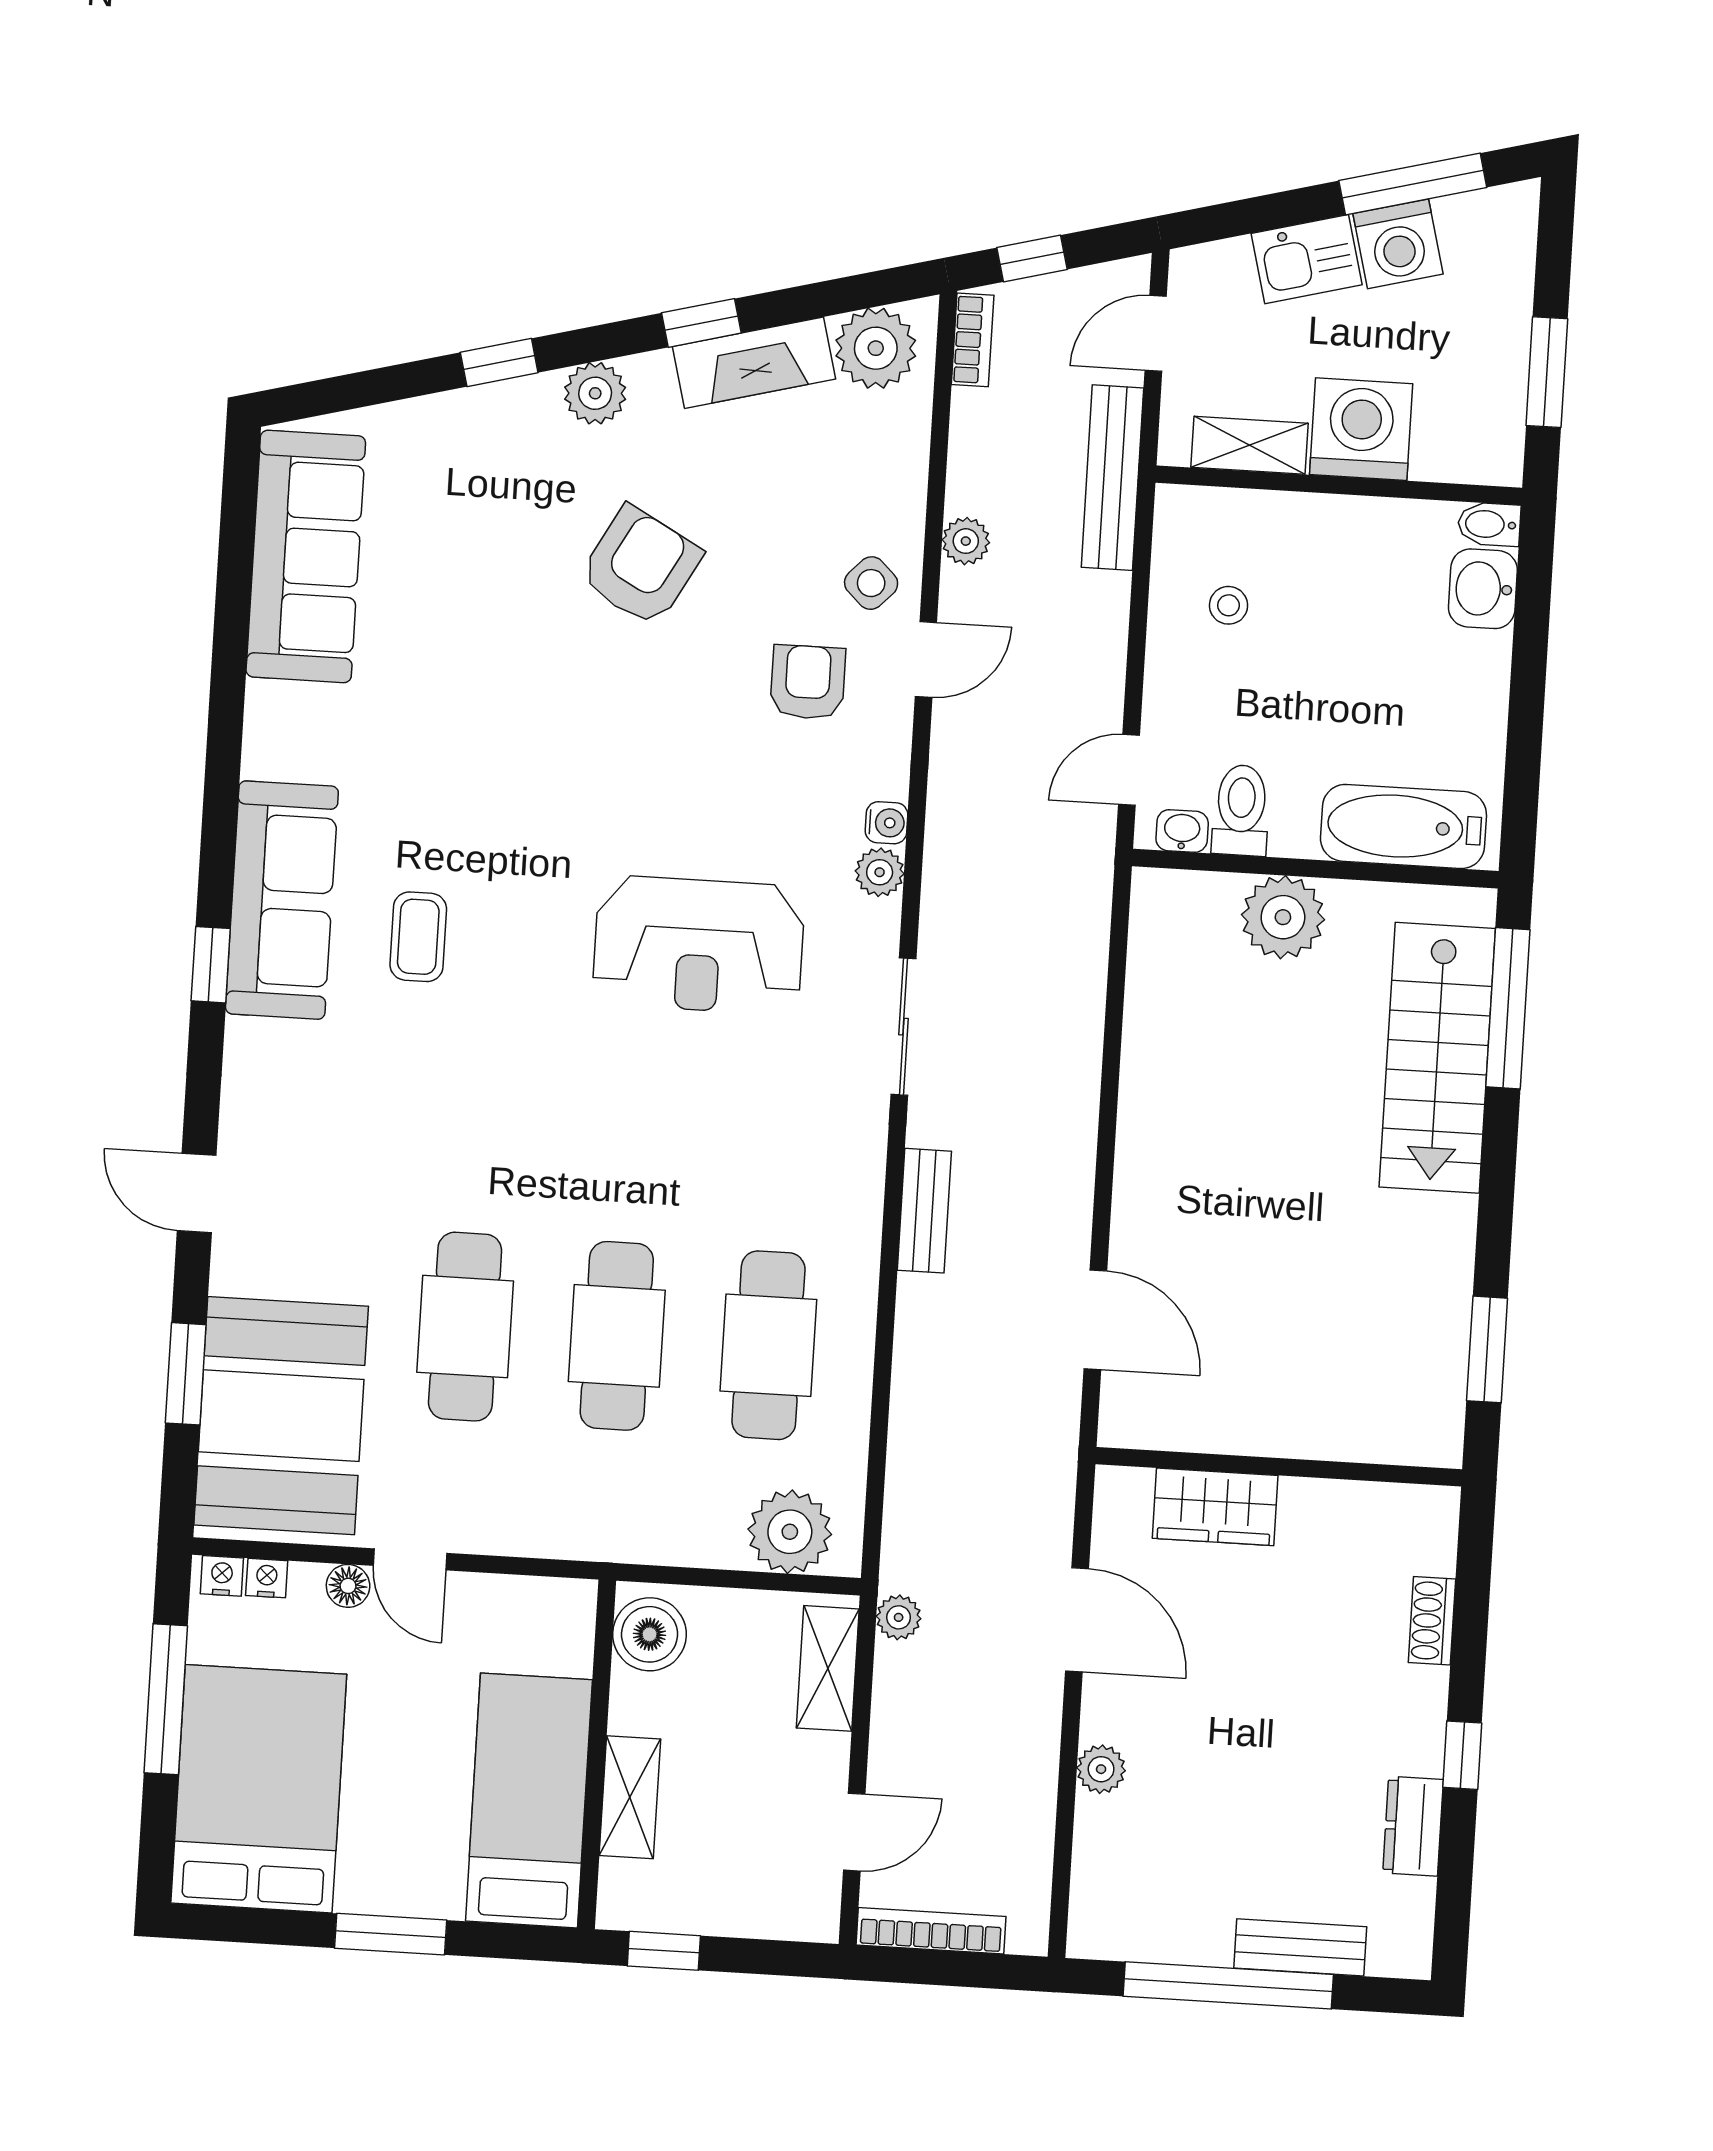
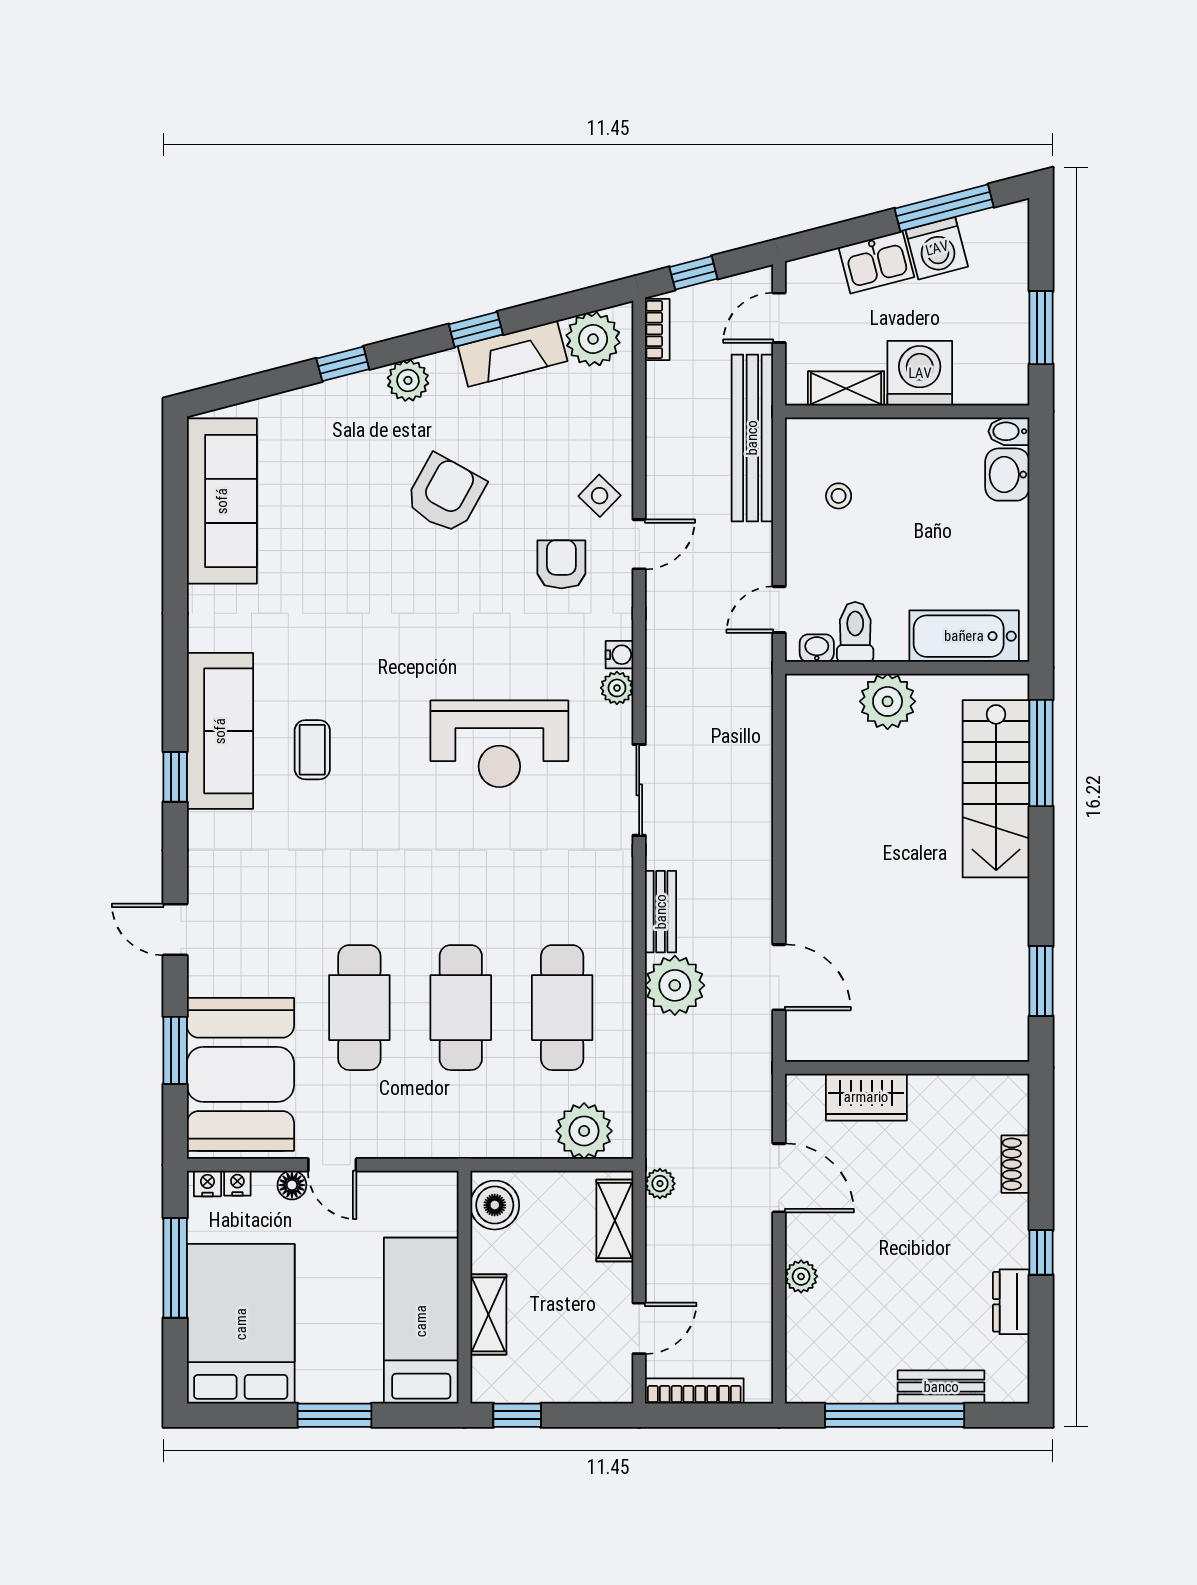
bench: (1112, 478) -> (752, 438), width x1.37, depth x1.21
plant: (966, 541) -> (675, 985), moved, width x1.88, depth x1.88

